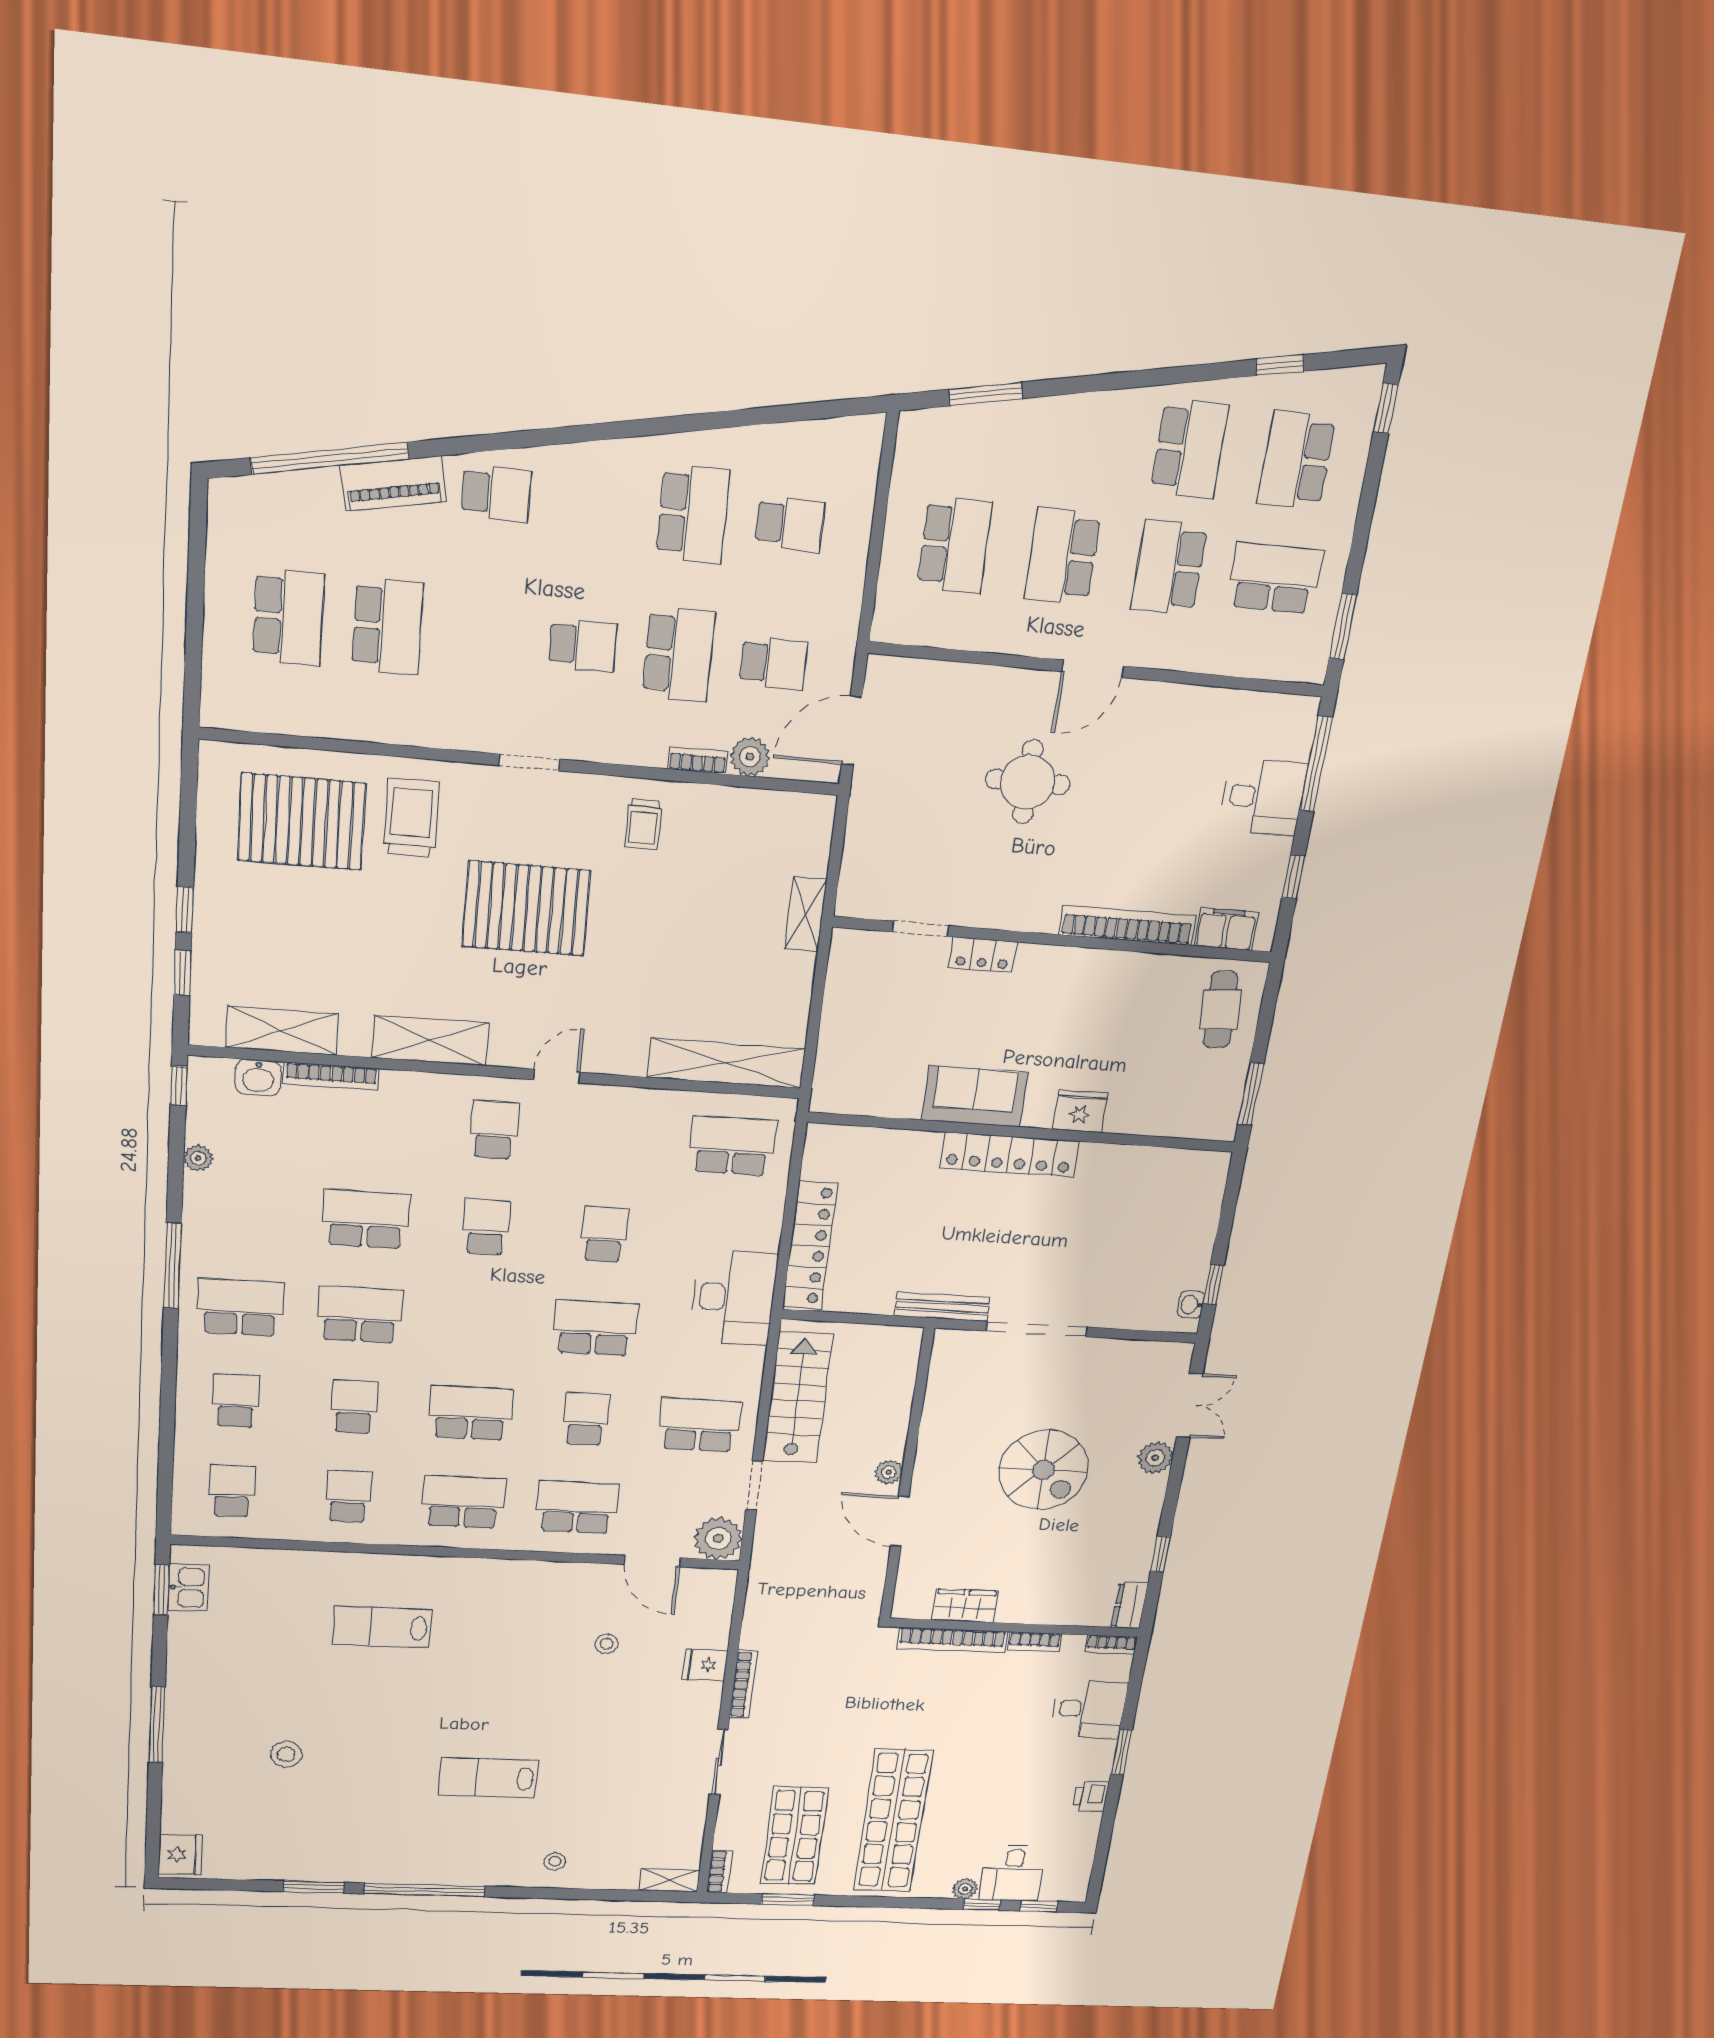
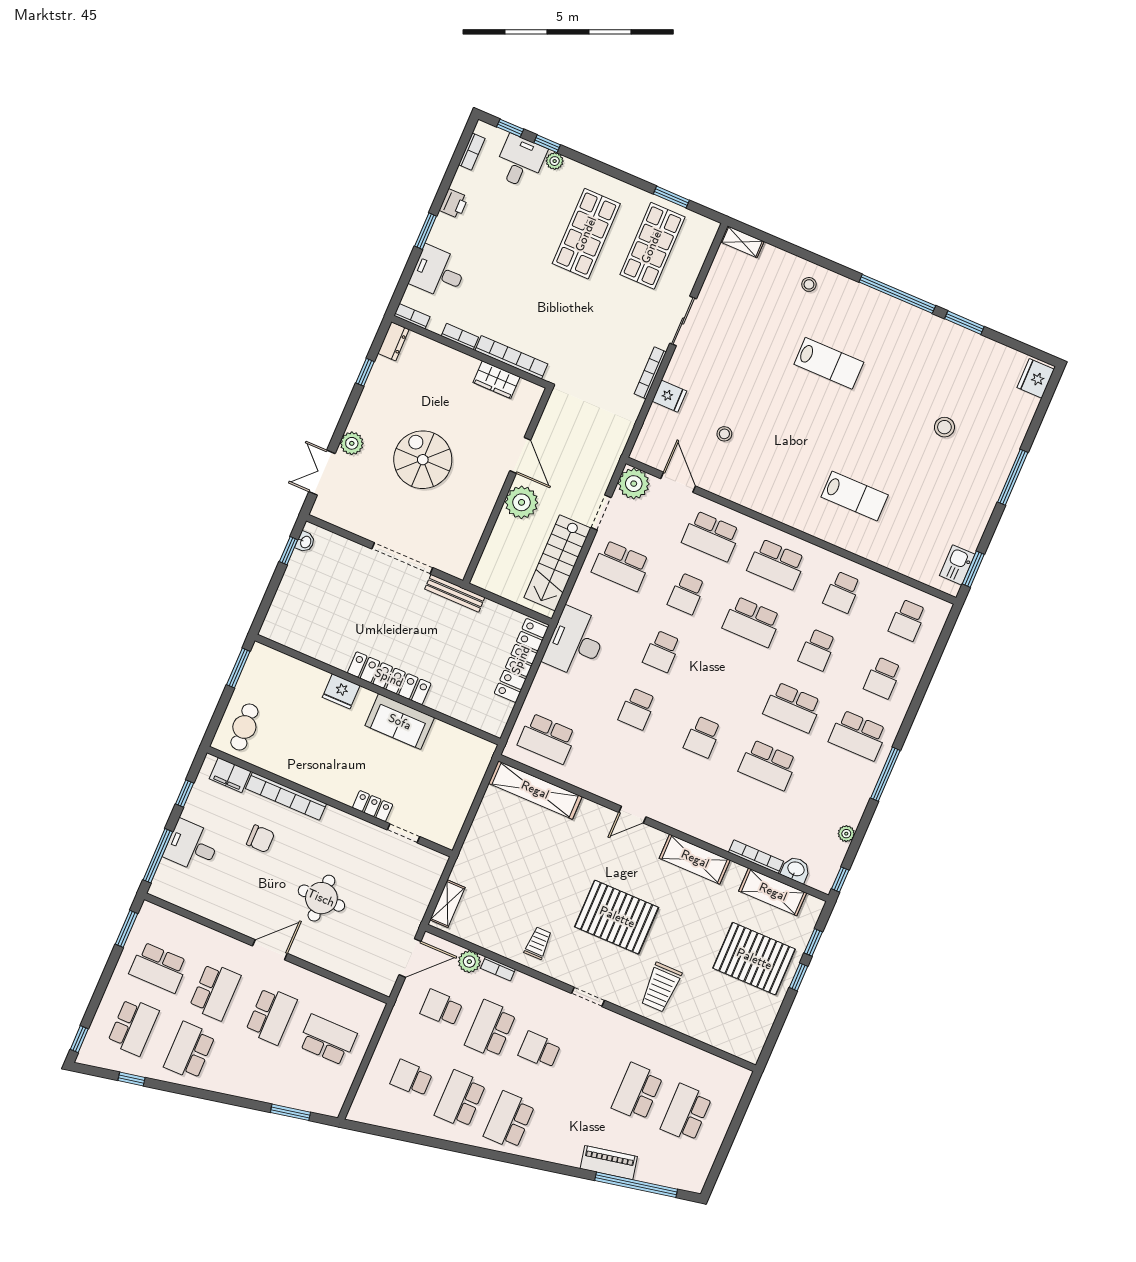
school desk: (496, 494) -> (509, 1120), moved, width x1.85
school desk: (955, 545) -> (327, 1040), turned 90
pallet: (301, 822) -> (754, 959), moved
chair: (1153, 845) -> (261, 839), added
shelving: (806, 914) -> (447, 904), moved
school desk: (494, 1130) -> (678, 795), removed
school desk: (595, 1328) -> (662, 651), width x0.54
plant: (889, 1472) -> (522, 502), width x1.88, depth x1.88
shop shelf: (893, 1821) -> (586, 234), width x0.71
bookcase: (719, 1871) -> (472, 152), moved, turned 180

